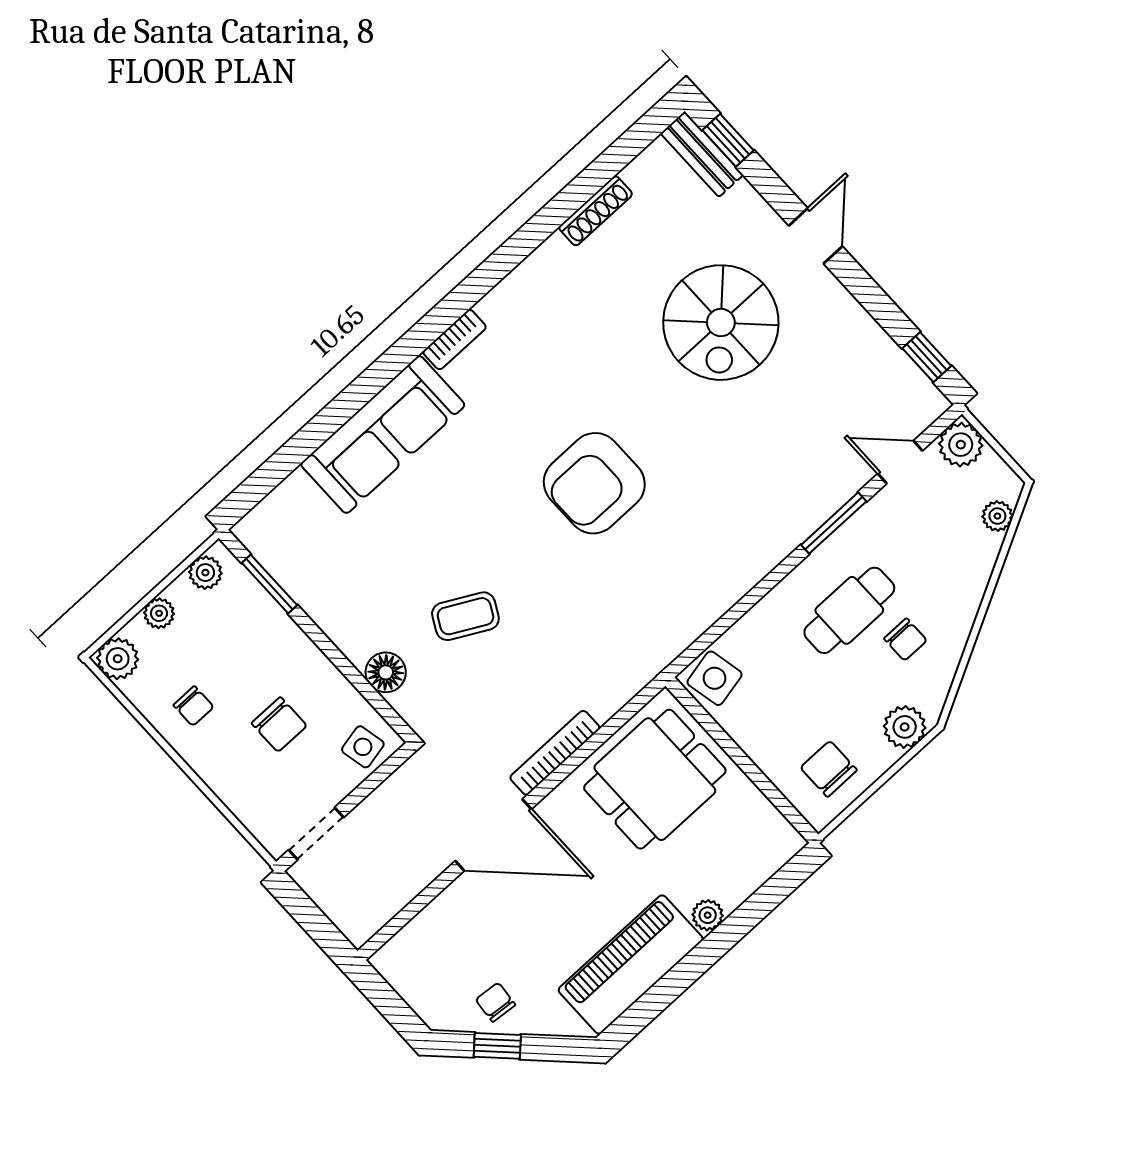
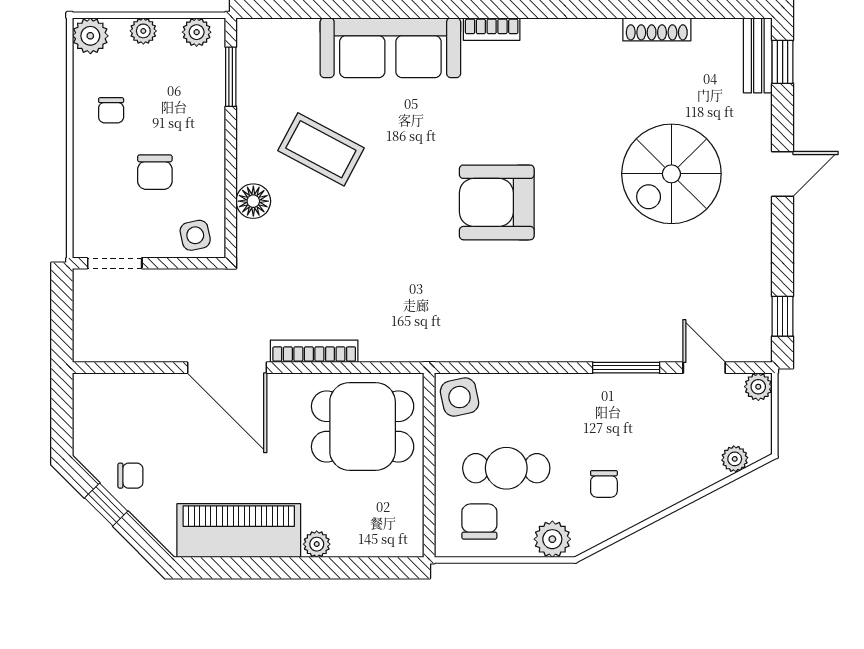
plant: (961, 445) -> (758, 387), width x0.73, depth x0.73
cafe table: (849, 610) -> (506, 468), moved
coffee table: (465, 616) -> (321, 149), moved, width x1.36, depth x1.30
chair: (495, 1002) -> (130, 476), turned 85

